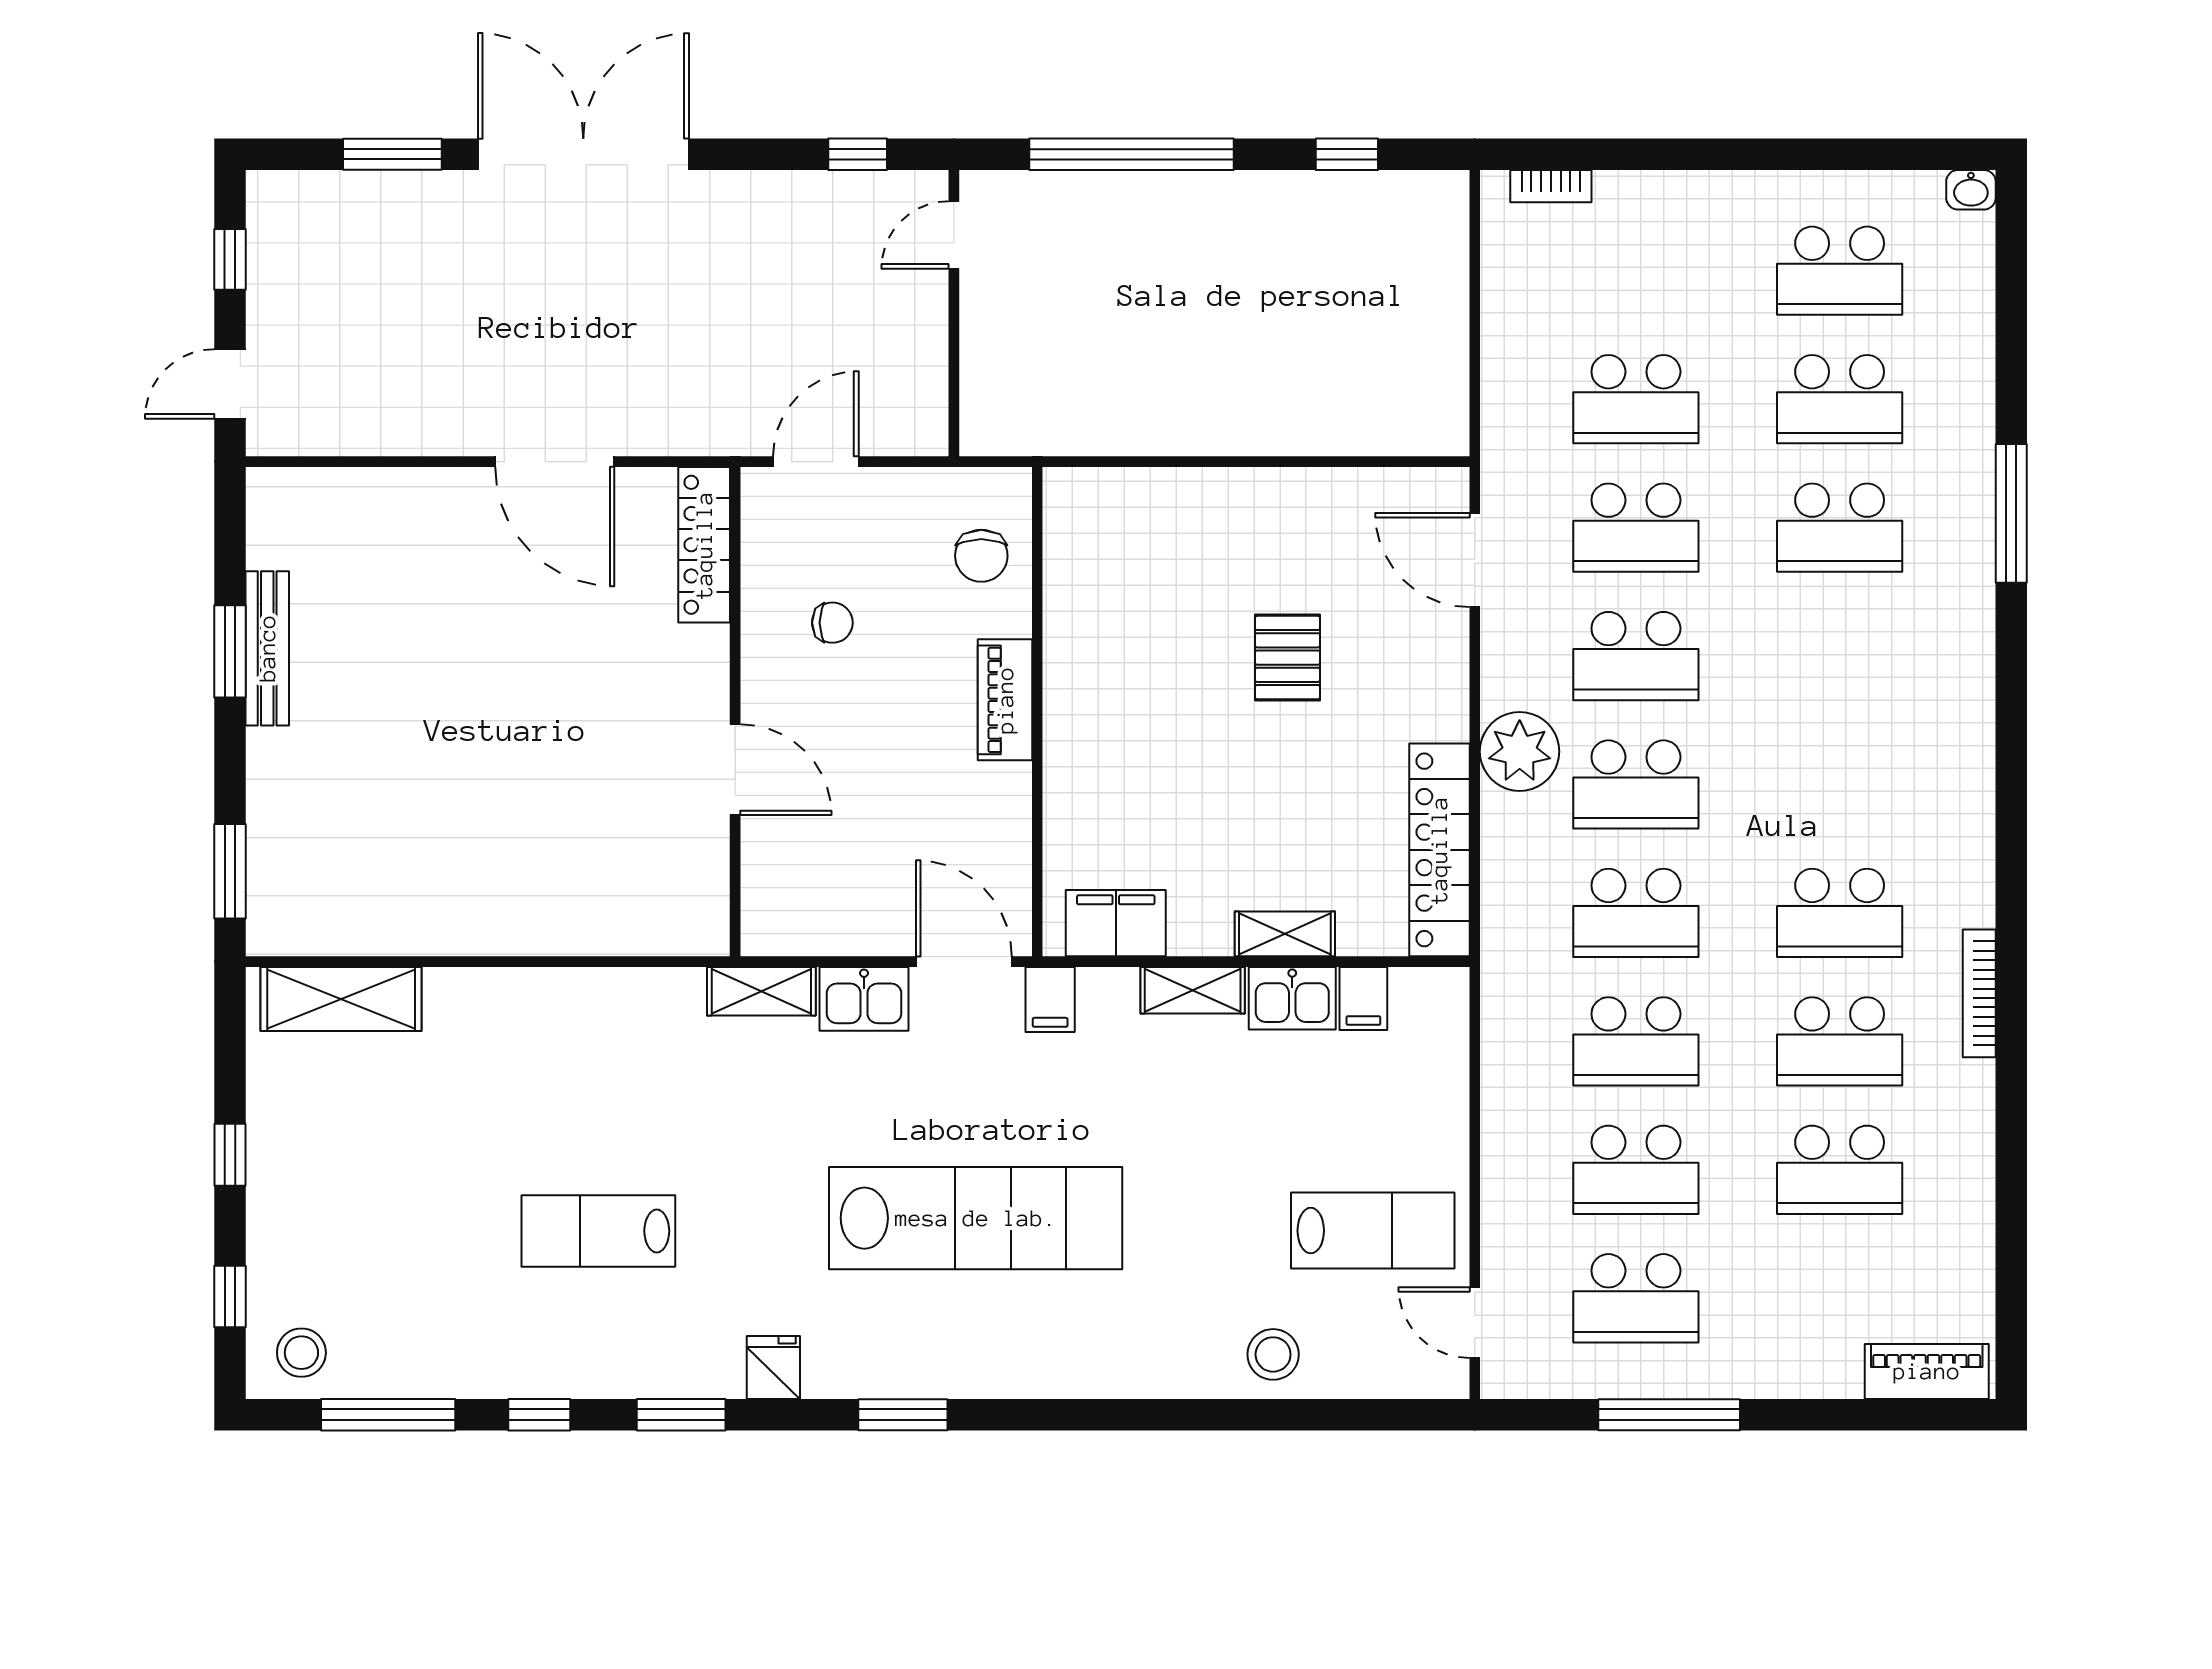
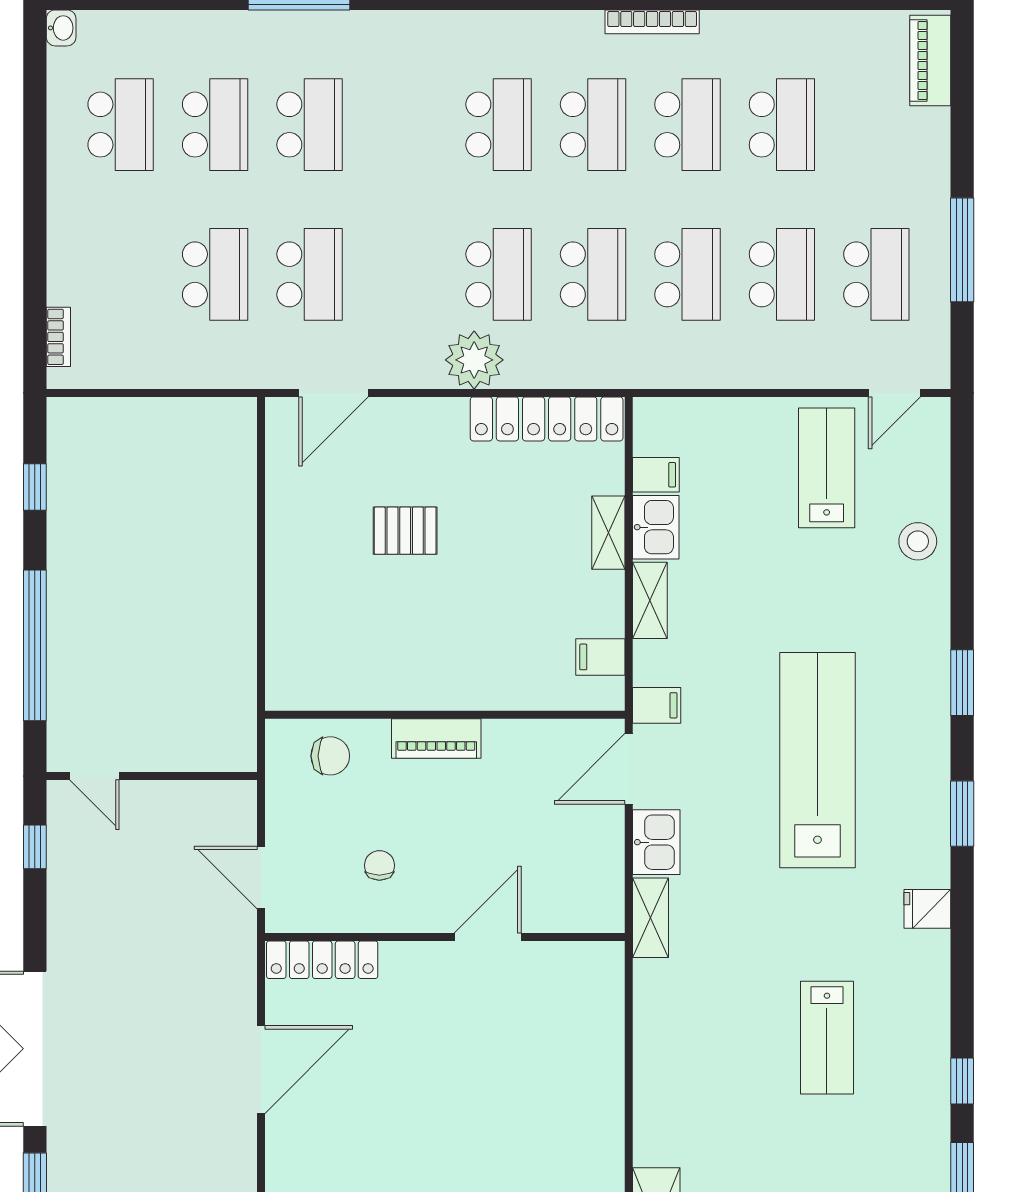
school desk: (1636, 656) -> (499, 125), moved
filing cabinet: (1116, 923) -> (600, 657), width x0.50
window: (681, 1415) -> (962, 683), moved

